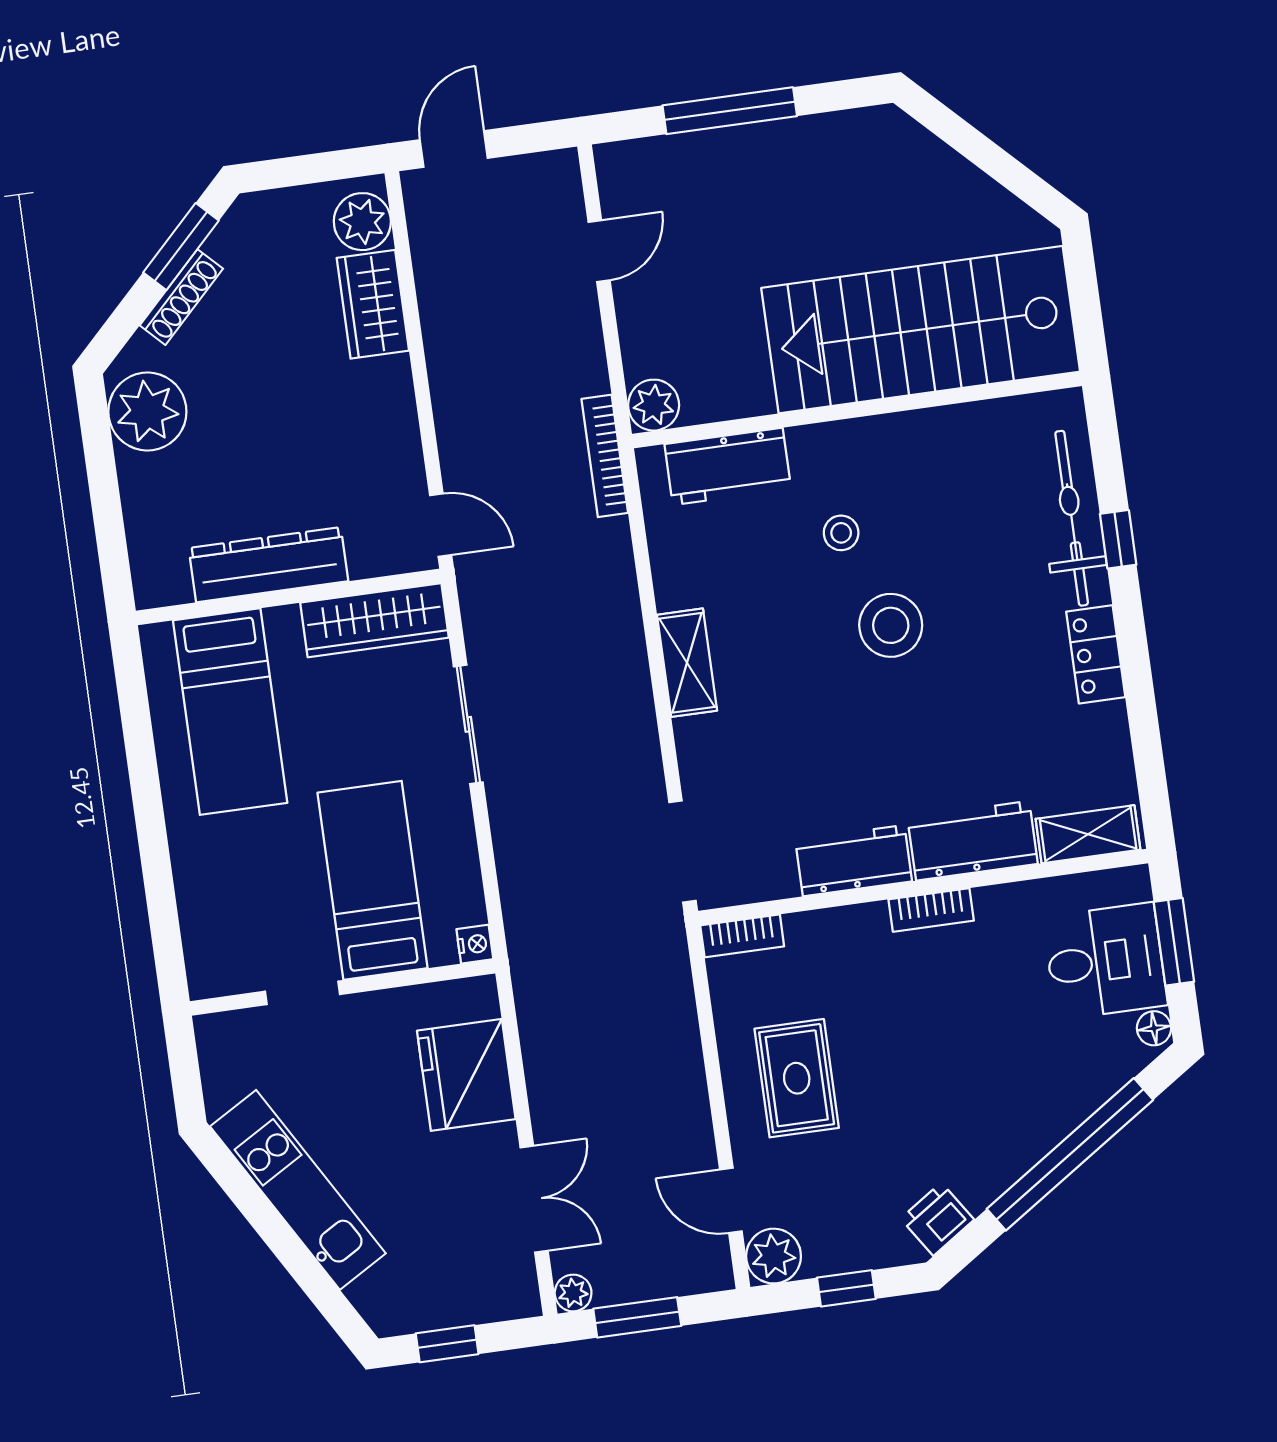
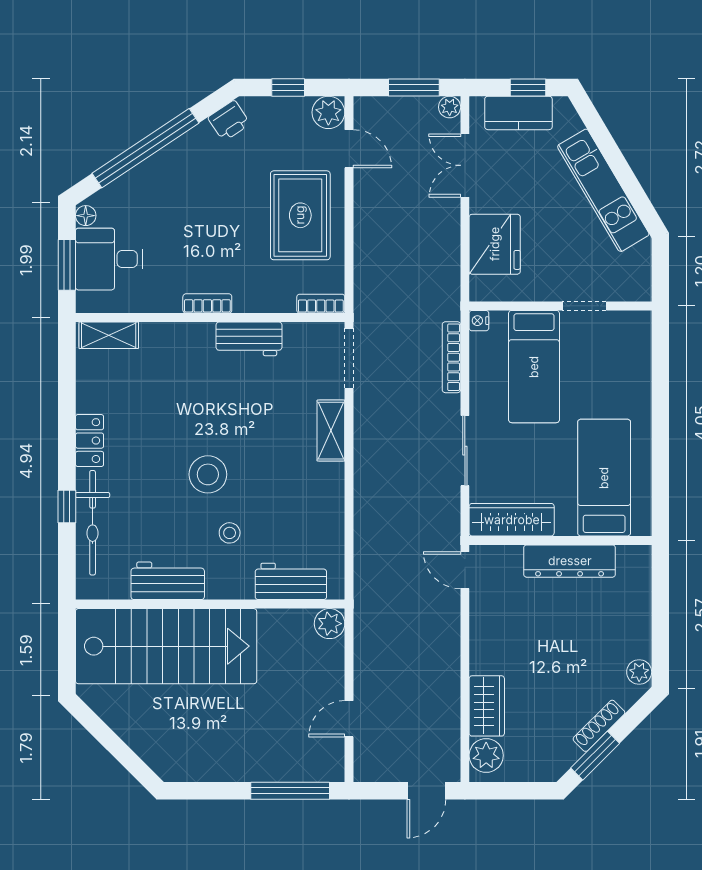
window: (730, 111) -> (290, 791), moved
plant: (147, 412) -> (639, 672), width x0.53, depth x0.53
bookcase: (605, 456) -> (451, 357), moved, turned 180
shelving: (687, 663) -> (331, 431), moved
workbench: (973, 841) -> (168, 581), moved, turned 180
rug: (797, 1078) -> (300, 215), width x1.36, depth x1.43
kitchen counter: (457, 1299) -> (518, 113), added

